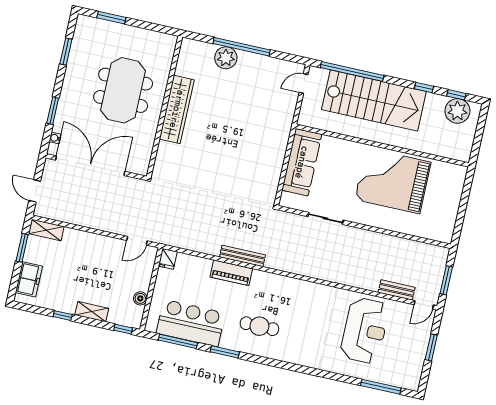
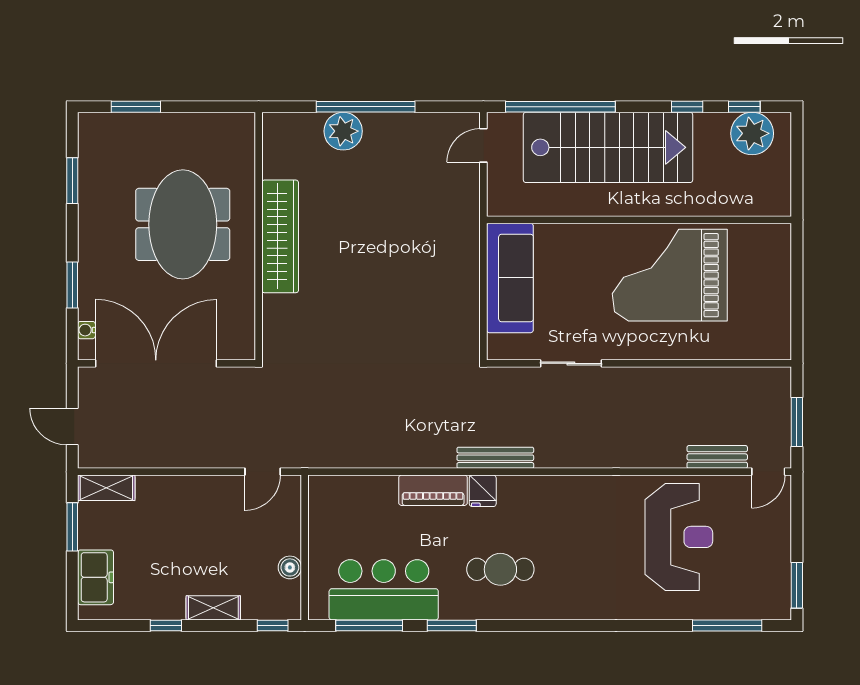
bench: (242, 256) -> (495, 458), moved
fridge: (168, 259) -> (483, 491), moved
window: (431, 347) -> (797, 585), moved

